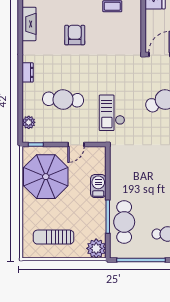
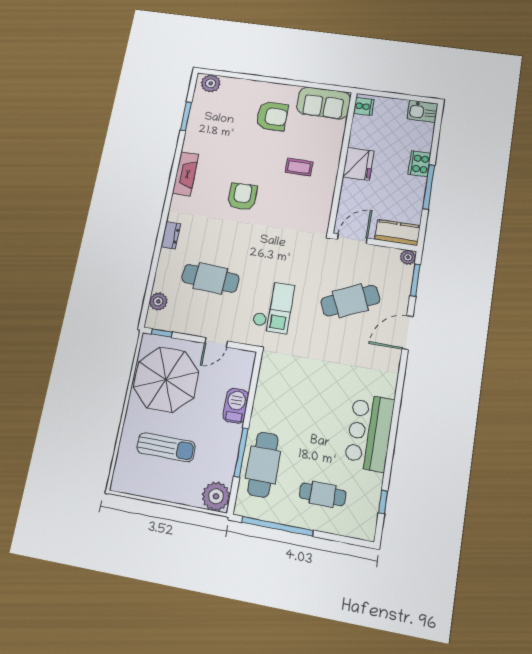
checkout: (112, 113) -> (273, 307), turned 180
sun lounger: (54, 237) -> (166, 447), moved, turned 180

